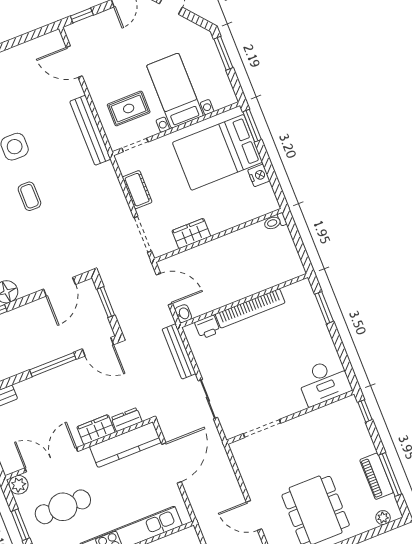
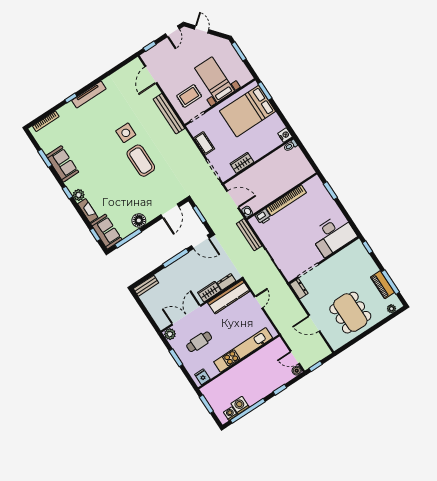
door: (74, 62) -> (151, 75), hinge flipped
nightstand: (259, 175) -> (285, 135), moved
coffee table: (29, 196) -> (141, 161), width x1.86, depth x1.72
desk: (324, 382) -> (333, 235), width x1.36, depth x1.30
dresser: (241, 455) -> (299, 289), added
door: (171, 463) -> (258, 302), width x0.53
cafe table: (63, 507) -> (199, 342), width x0.73, depth x0.74

